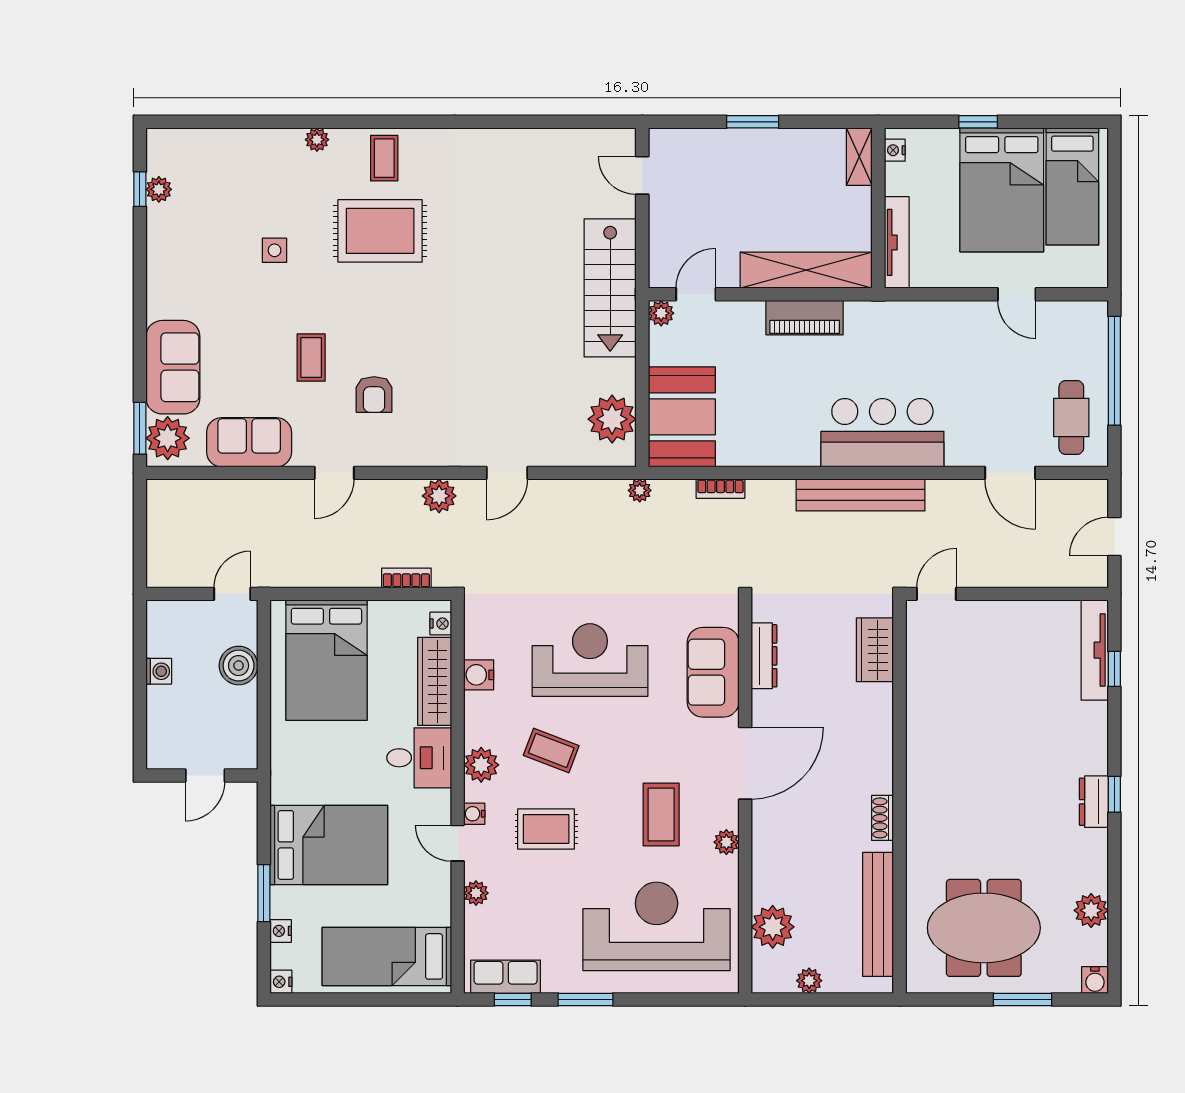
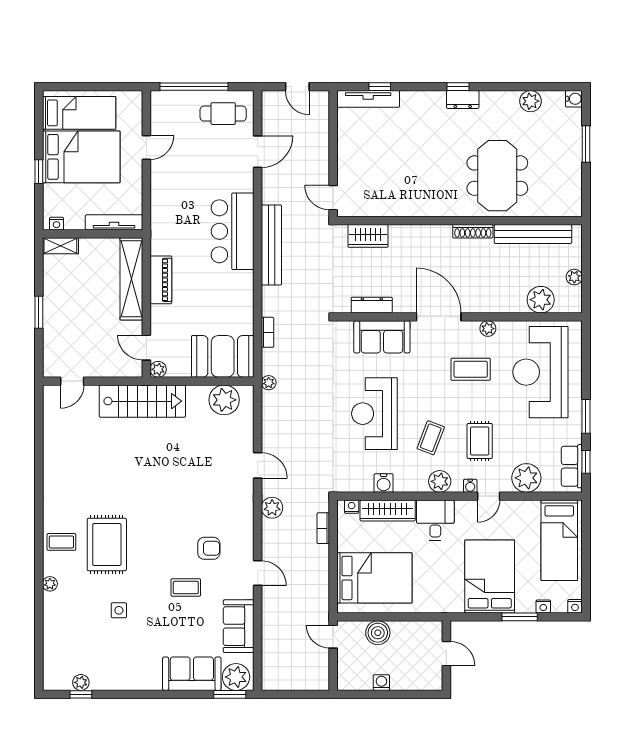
shoe rack: (882, 818) -> (473, 231), width x1.43
plant: (476, 893) -> (526, 478), width x1.87, depth x1.87
meeting table: (984, 928) -> (497, 176), moved

